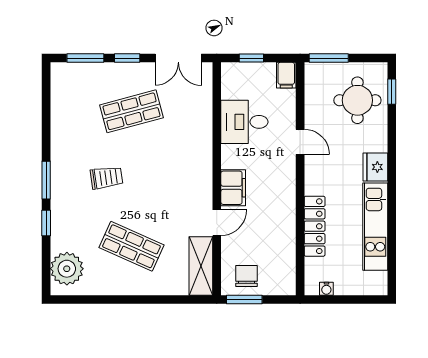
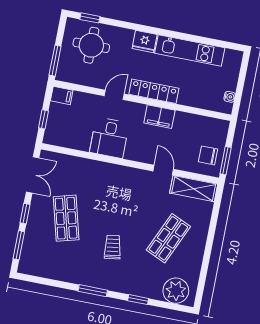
desk: (244, 122) -> (109, 138), moved
window: (46, 180) -> (93, 291), moved
filing cabinet: (233, 188) -> (159, 117), moved, turned 180
locker: (315, 226) -> (154, 91), moved

